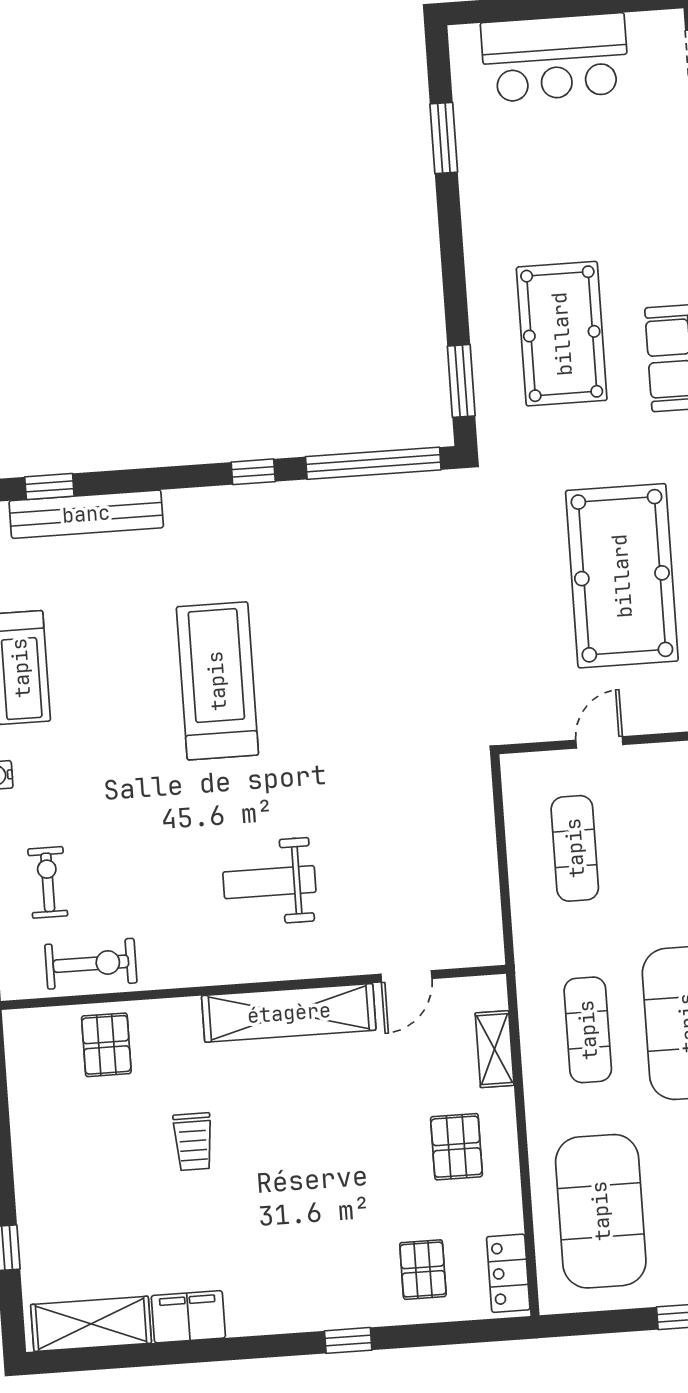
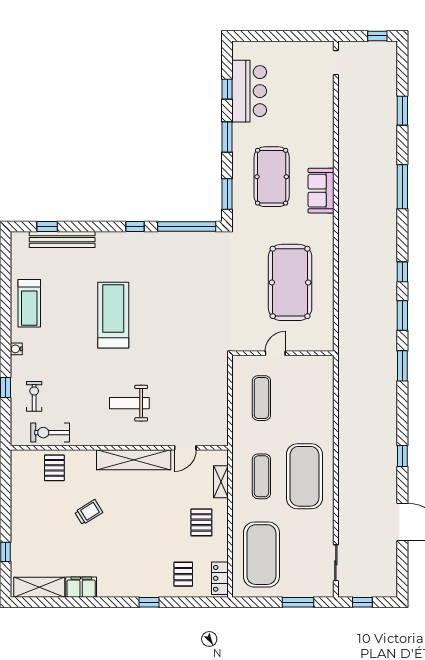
bar counter: (555, 58) -> (249, 91), moved, turned -90
window: (444, 138) -> (227, 89), width x0.67
window: (452, 249) -> (227, 137), added
exercise bike: (91, 964) -> (50, 433), turned 180
trolley: (193, 1142) -> (89, 512), turned -122

